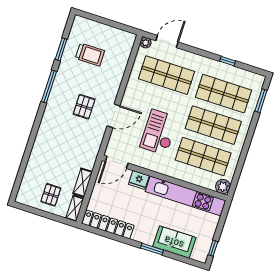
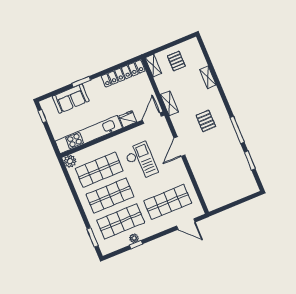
door: (167, 41) -> (186, 224), hinge flipped
plant: (146, 43) -> (134, 238), moved
trolley: (90, 55) -> (228, 173), removed
pallet: (84, 107) -> (206, 121), moved
shelving: (35, 156) -> (208, 77), added
shelving: (83, 183) -> (169, 103), moved

